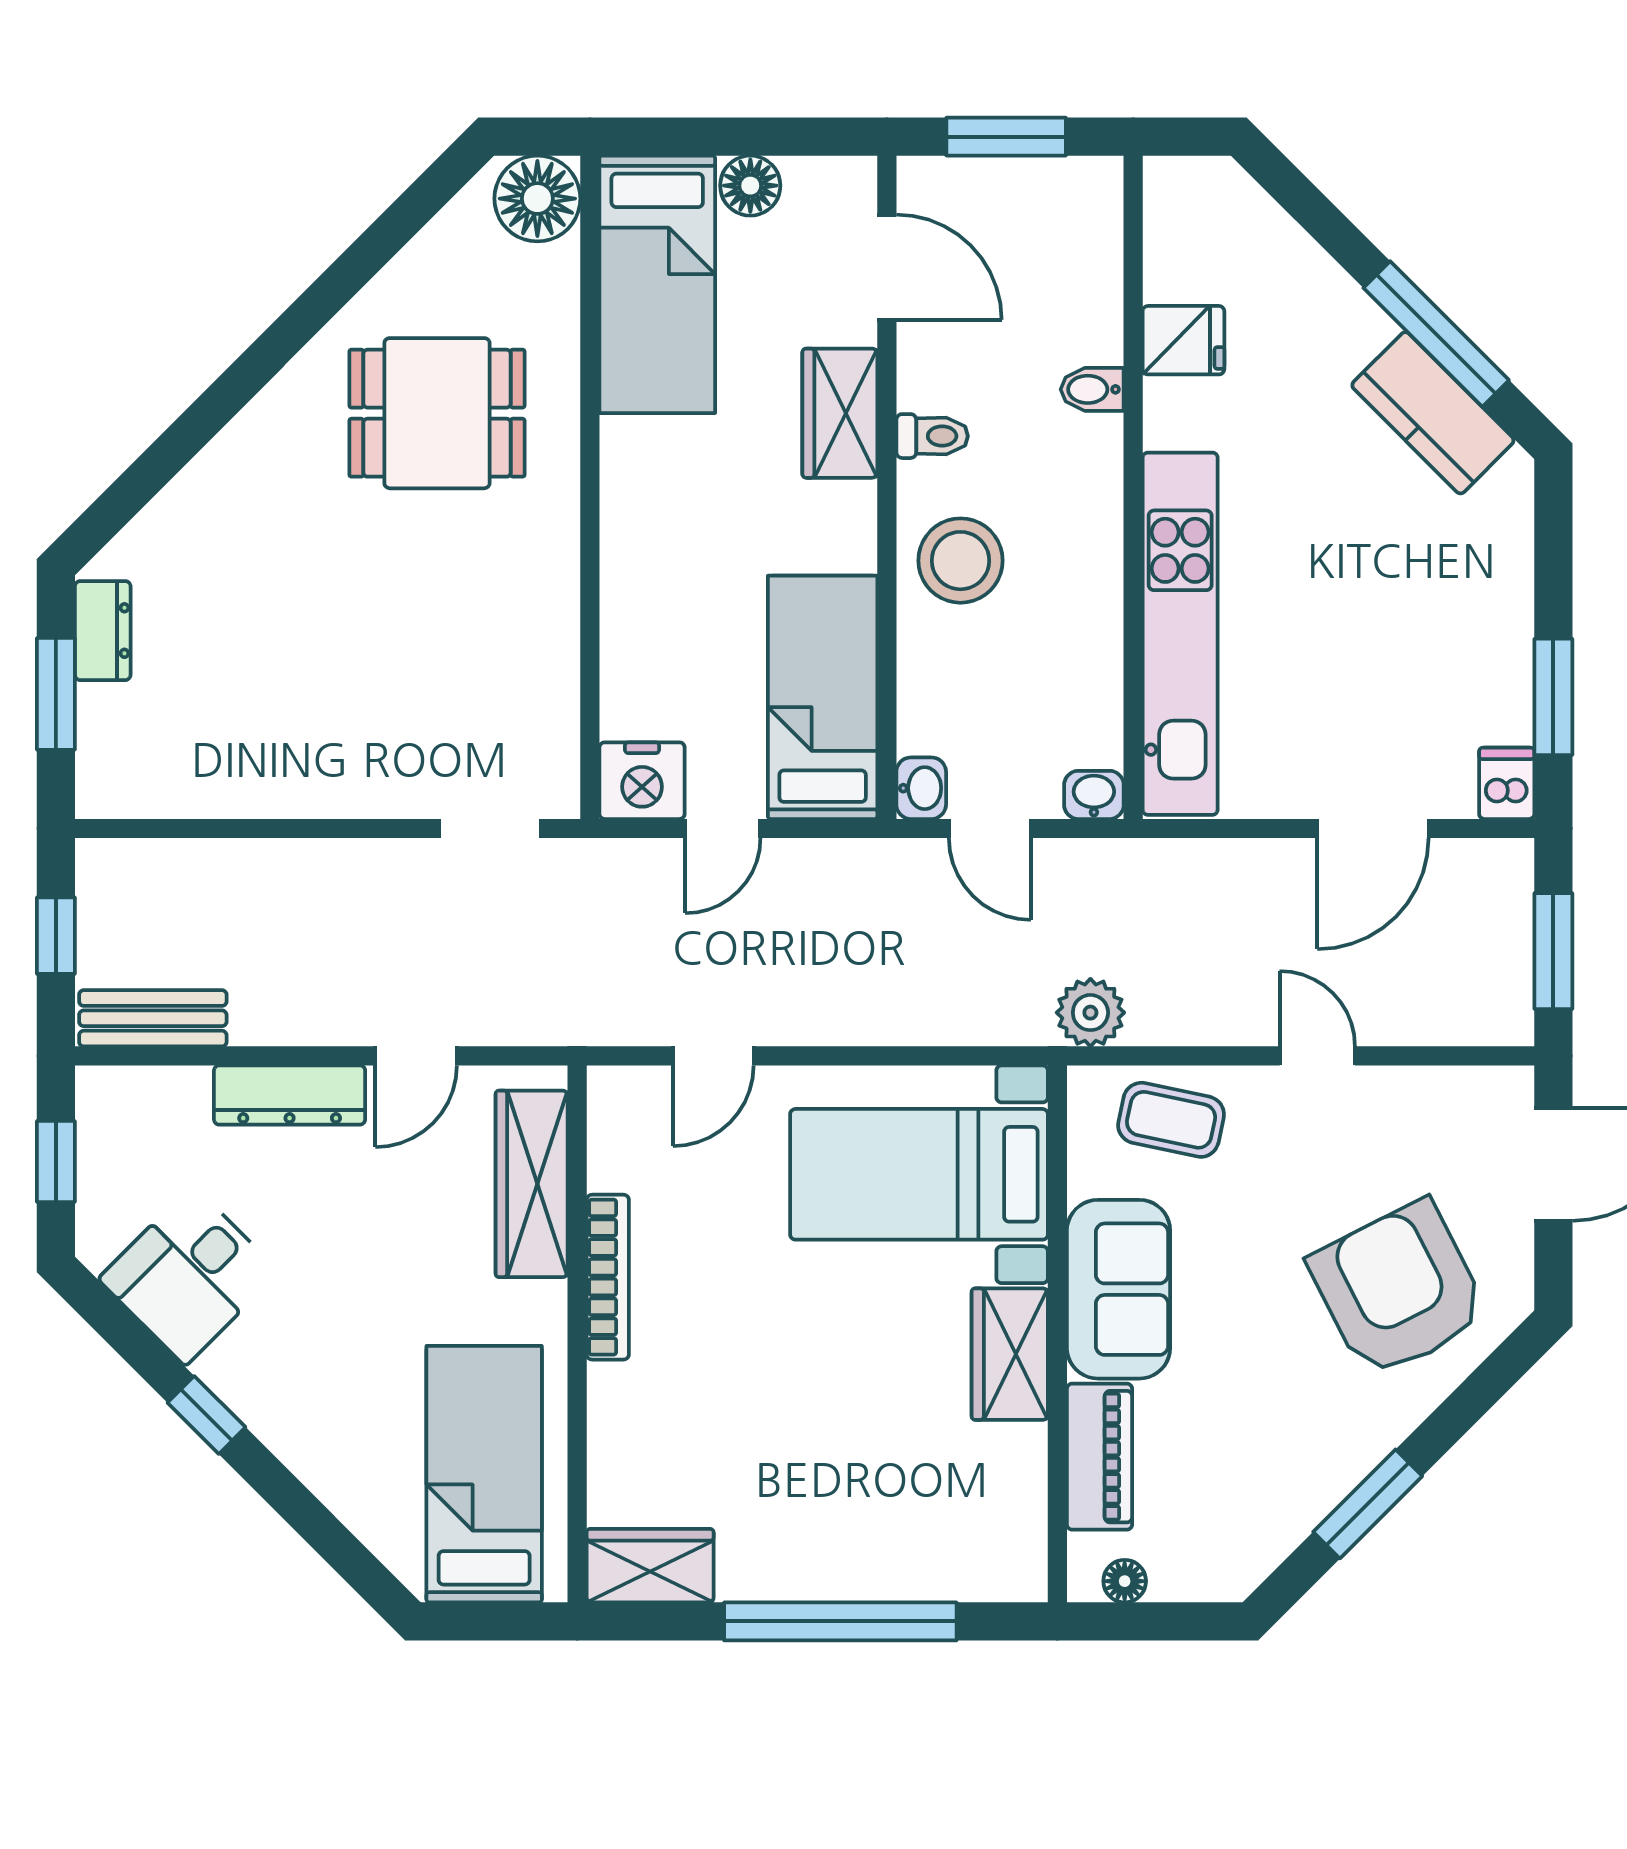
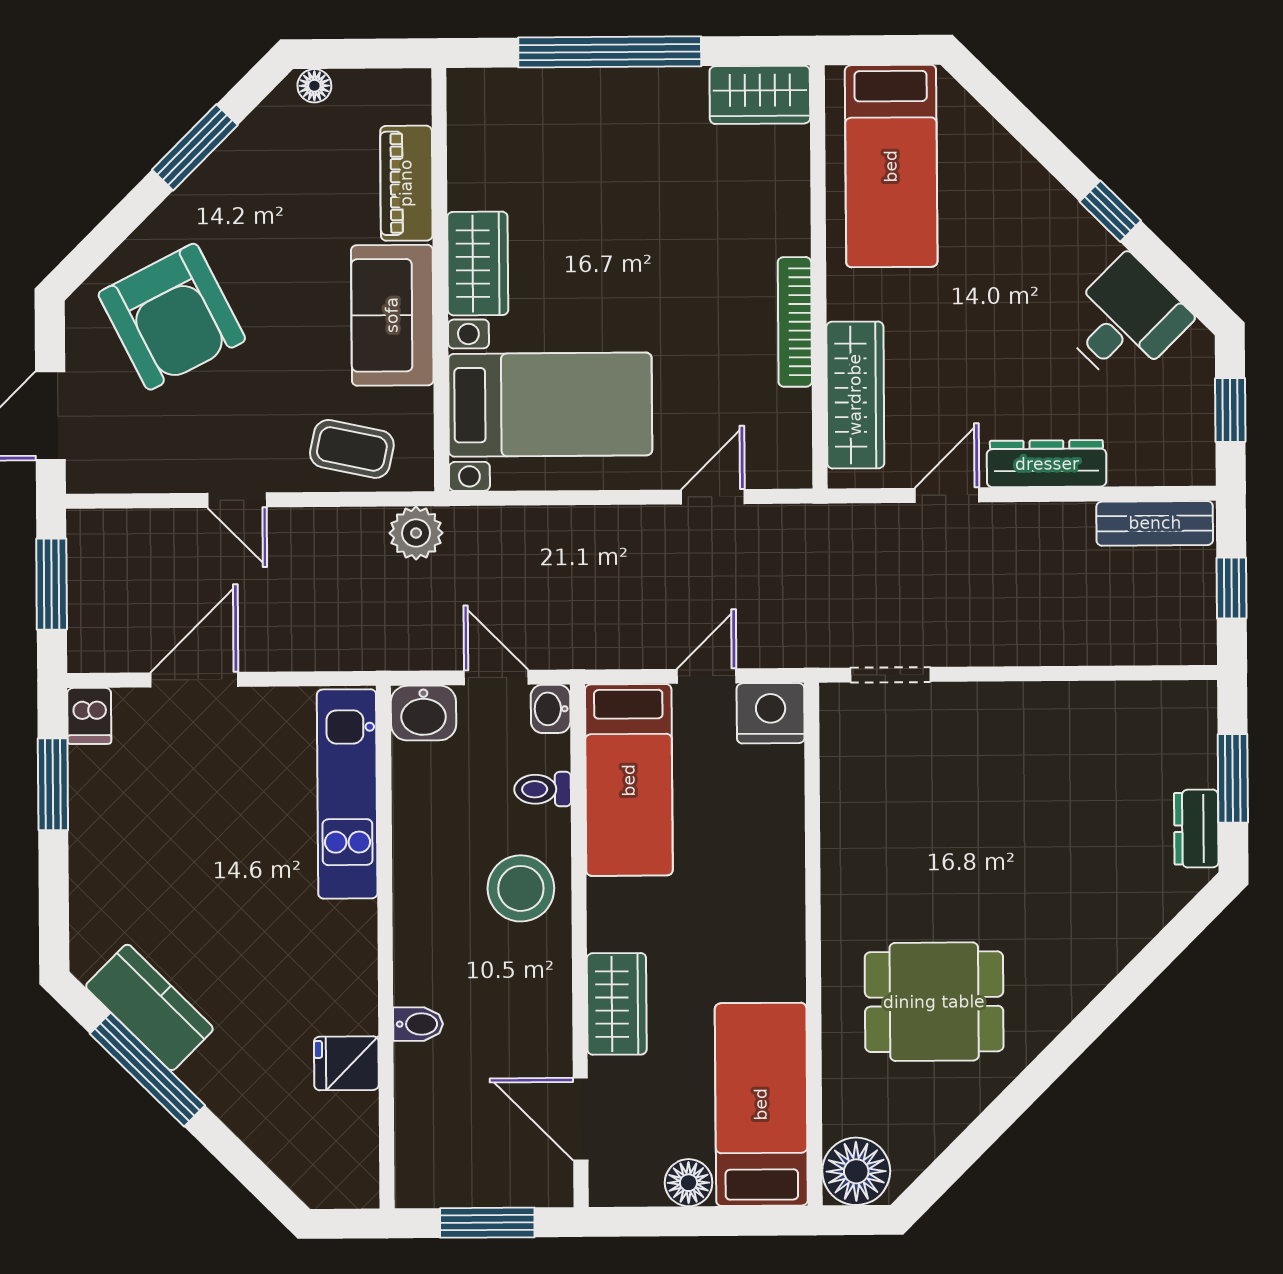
toilet: (932, 436) -> (543, 789), moved
kitchen unit: (1180, 634) -> (347, 794), width x0.73
washbasin: (1094, 795) -> (424, 713), width x1.38, depth x1.45
floor lamp: (1125, 1581) -> (314, 86), moved

